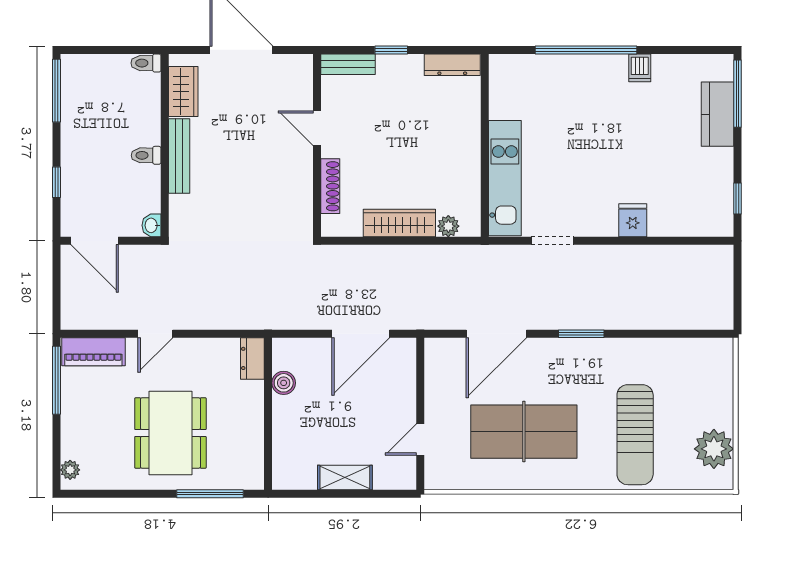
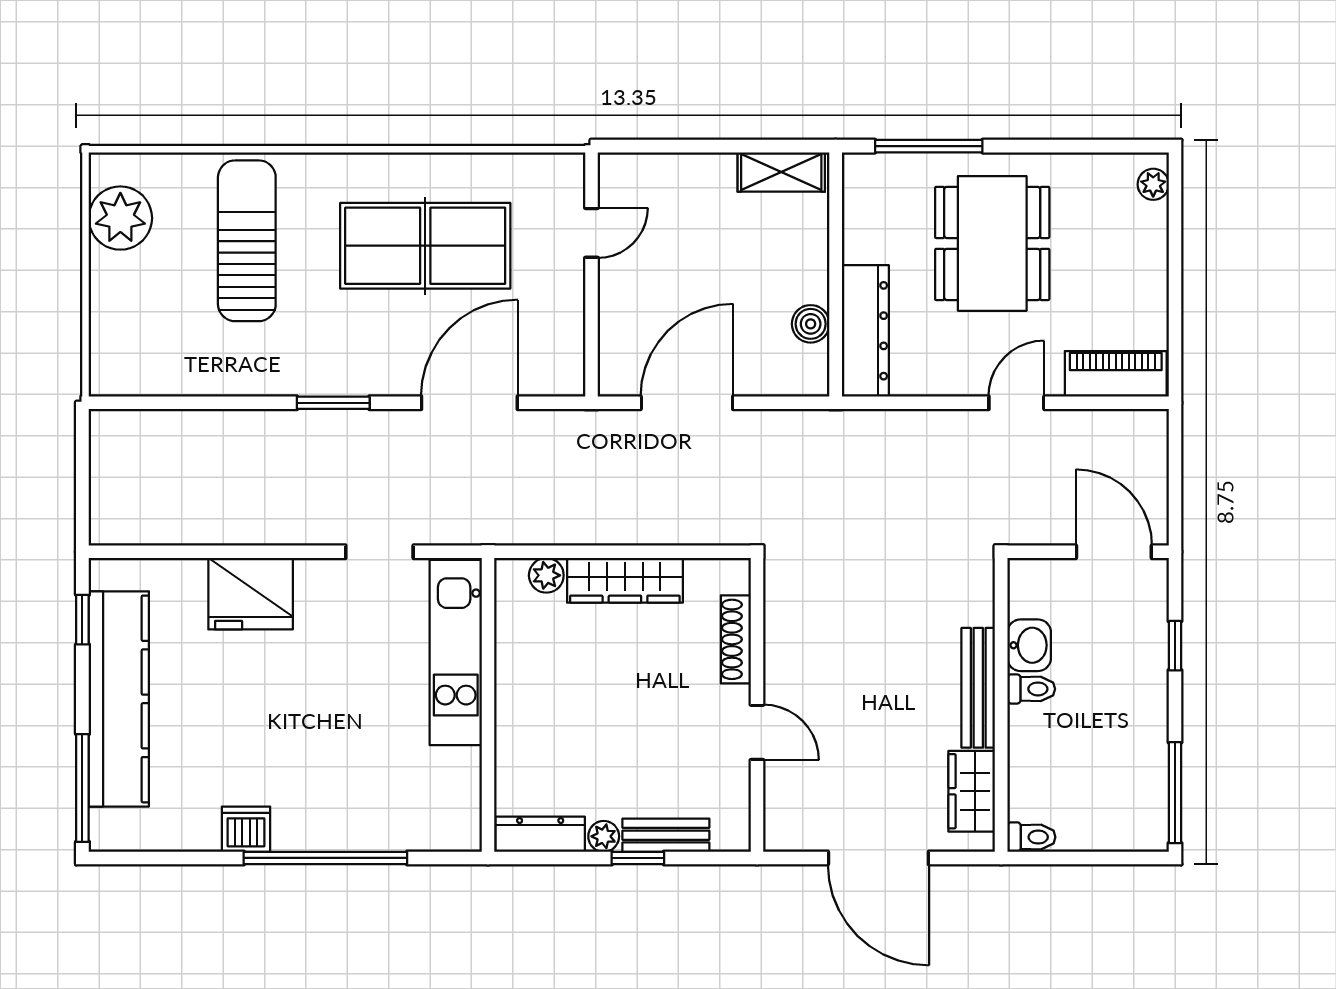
plant: (413, 63) -> (604, 836), added
bench: (348, 64) -> (666, 835), moved
dishwasher: (640, 68) -> (246, 829), width x1.38
kitchen counter: (718, 114) -> (119, 699), width x2.08, depth x1.17
fridge: (633, 220) -> (251, 594), width x1.88, depth x1.34
washbasin: (152, 225) -> (1029, 645), moved, width x1.38, depth x1.45
dresser: (252, 358) -> (865, 331), width x1.96, depth x1.24
window: (57, 380) -> (1175, 328), removed
shelving: (345, 478) -> (781, 172), moved

